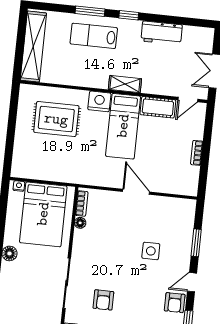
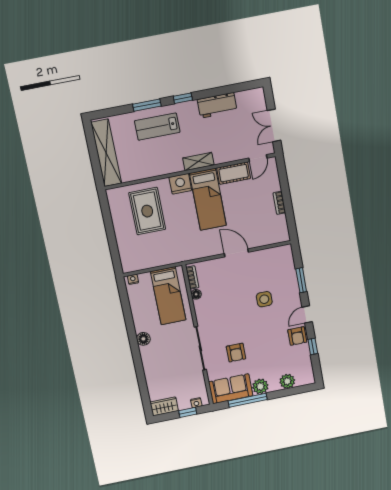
rug: (56, 119) -> (147, 211), turned 90
bed: (43, 214) -> (168, 296), width x0.67

